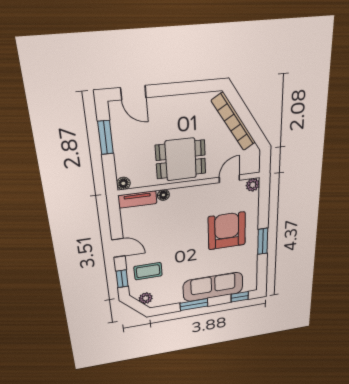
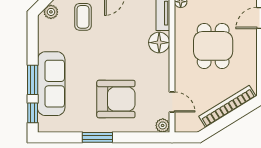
dining table: (181, 159) -> (213, 46), moved
floor lamp: (163, 195) -> (159, 43), width x1.89, depth x1.89
window: (194, 305) -> (33, 80), moved

